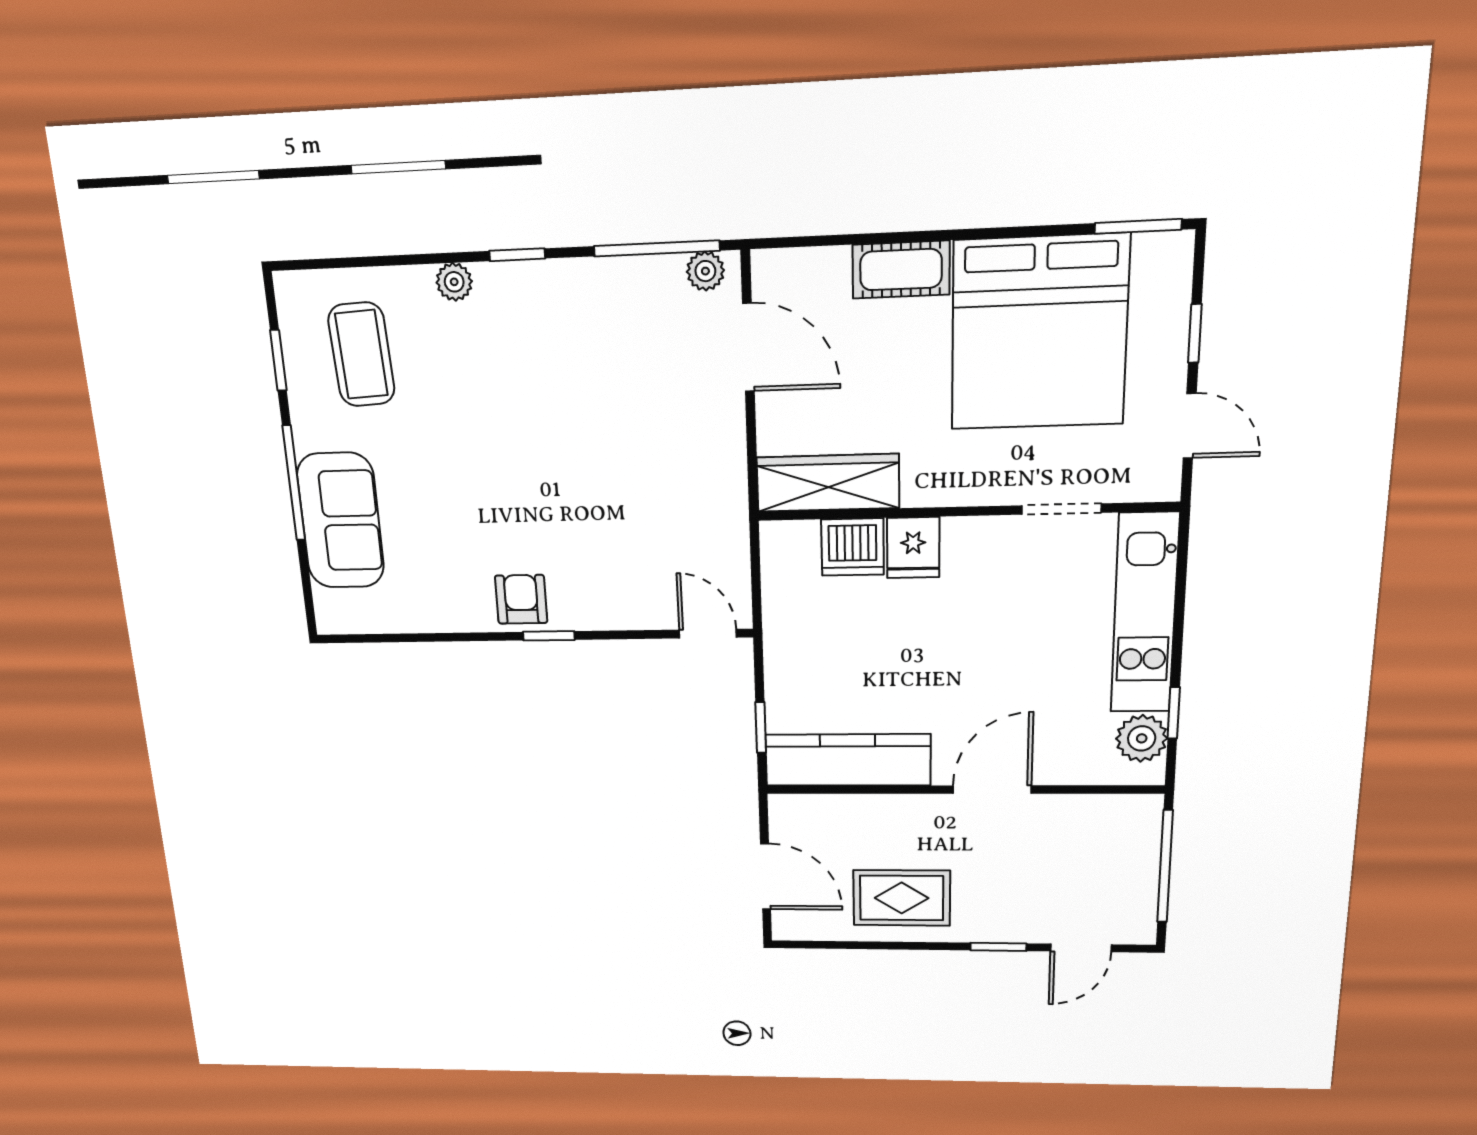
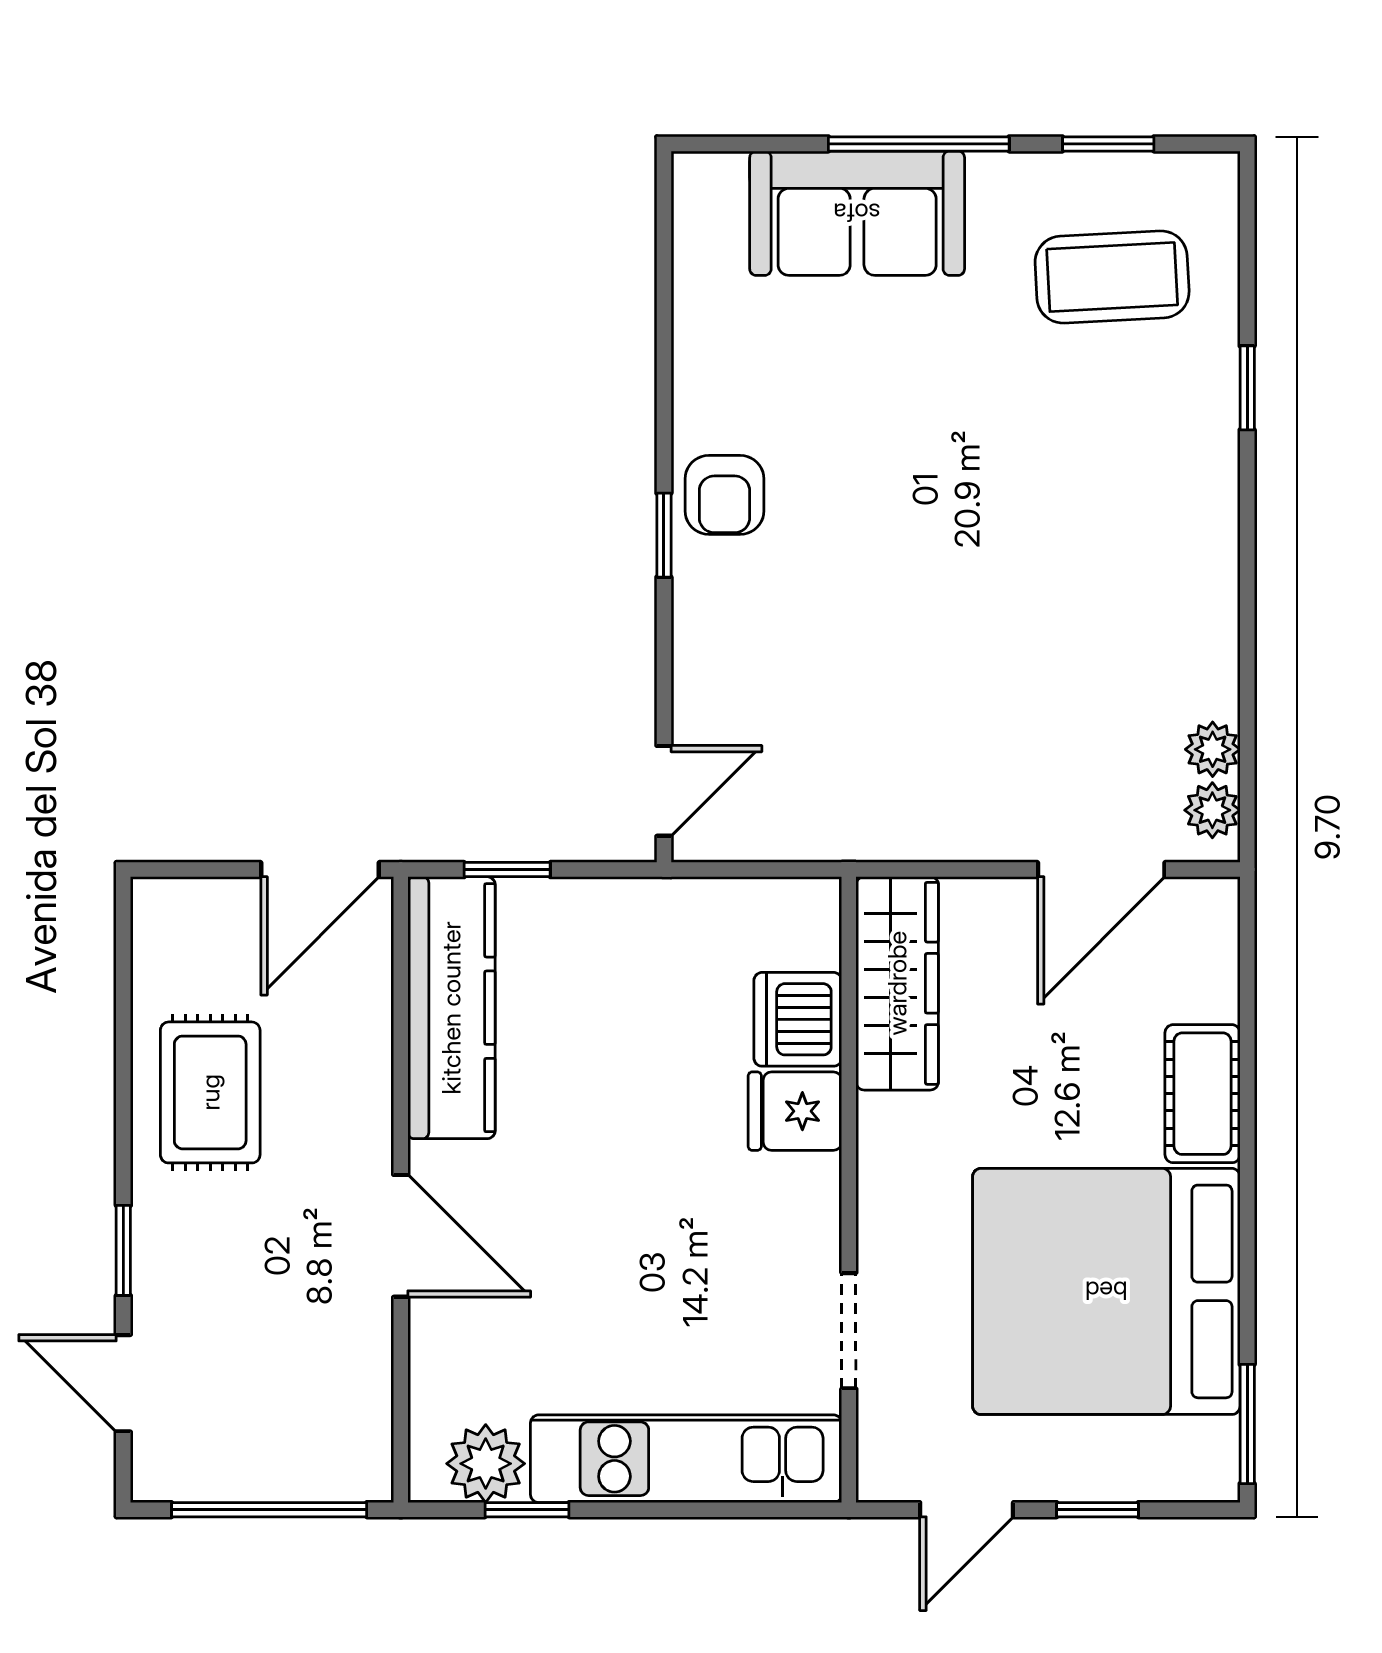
window: (657, 248) -> (1247, 740), removed
window: (517, 255) -> (1247, 388), moved
plant: (454, 282) -> (1213, 749), moved
armchair: (521, 599) -> (724, 495), turned 90
door: (766, 877) -> (320, 870), moved

